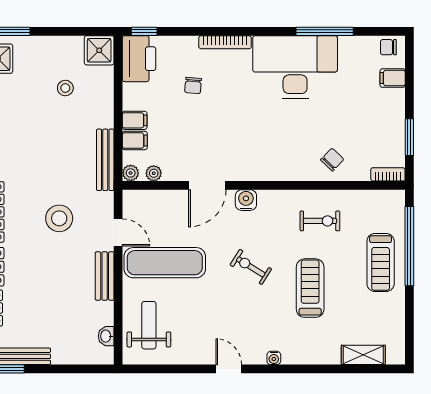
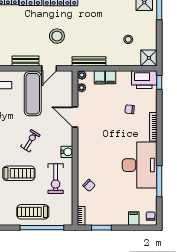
water cooler: (246, 200) -> (67, 152), moved
exercise bike: (320, 221) -> (56, 179), width x1.38, depth x1.39

